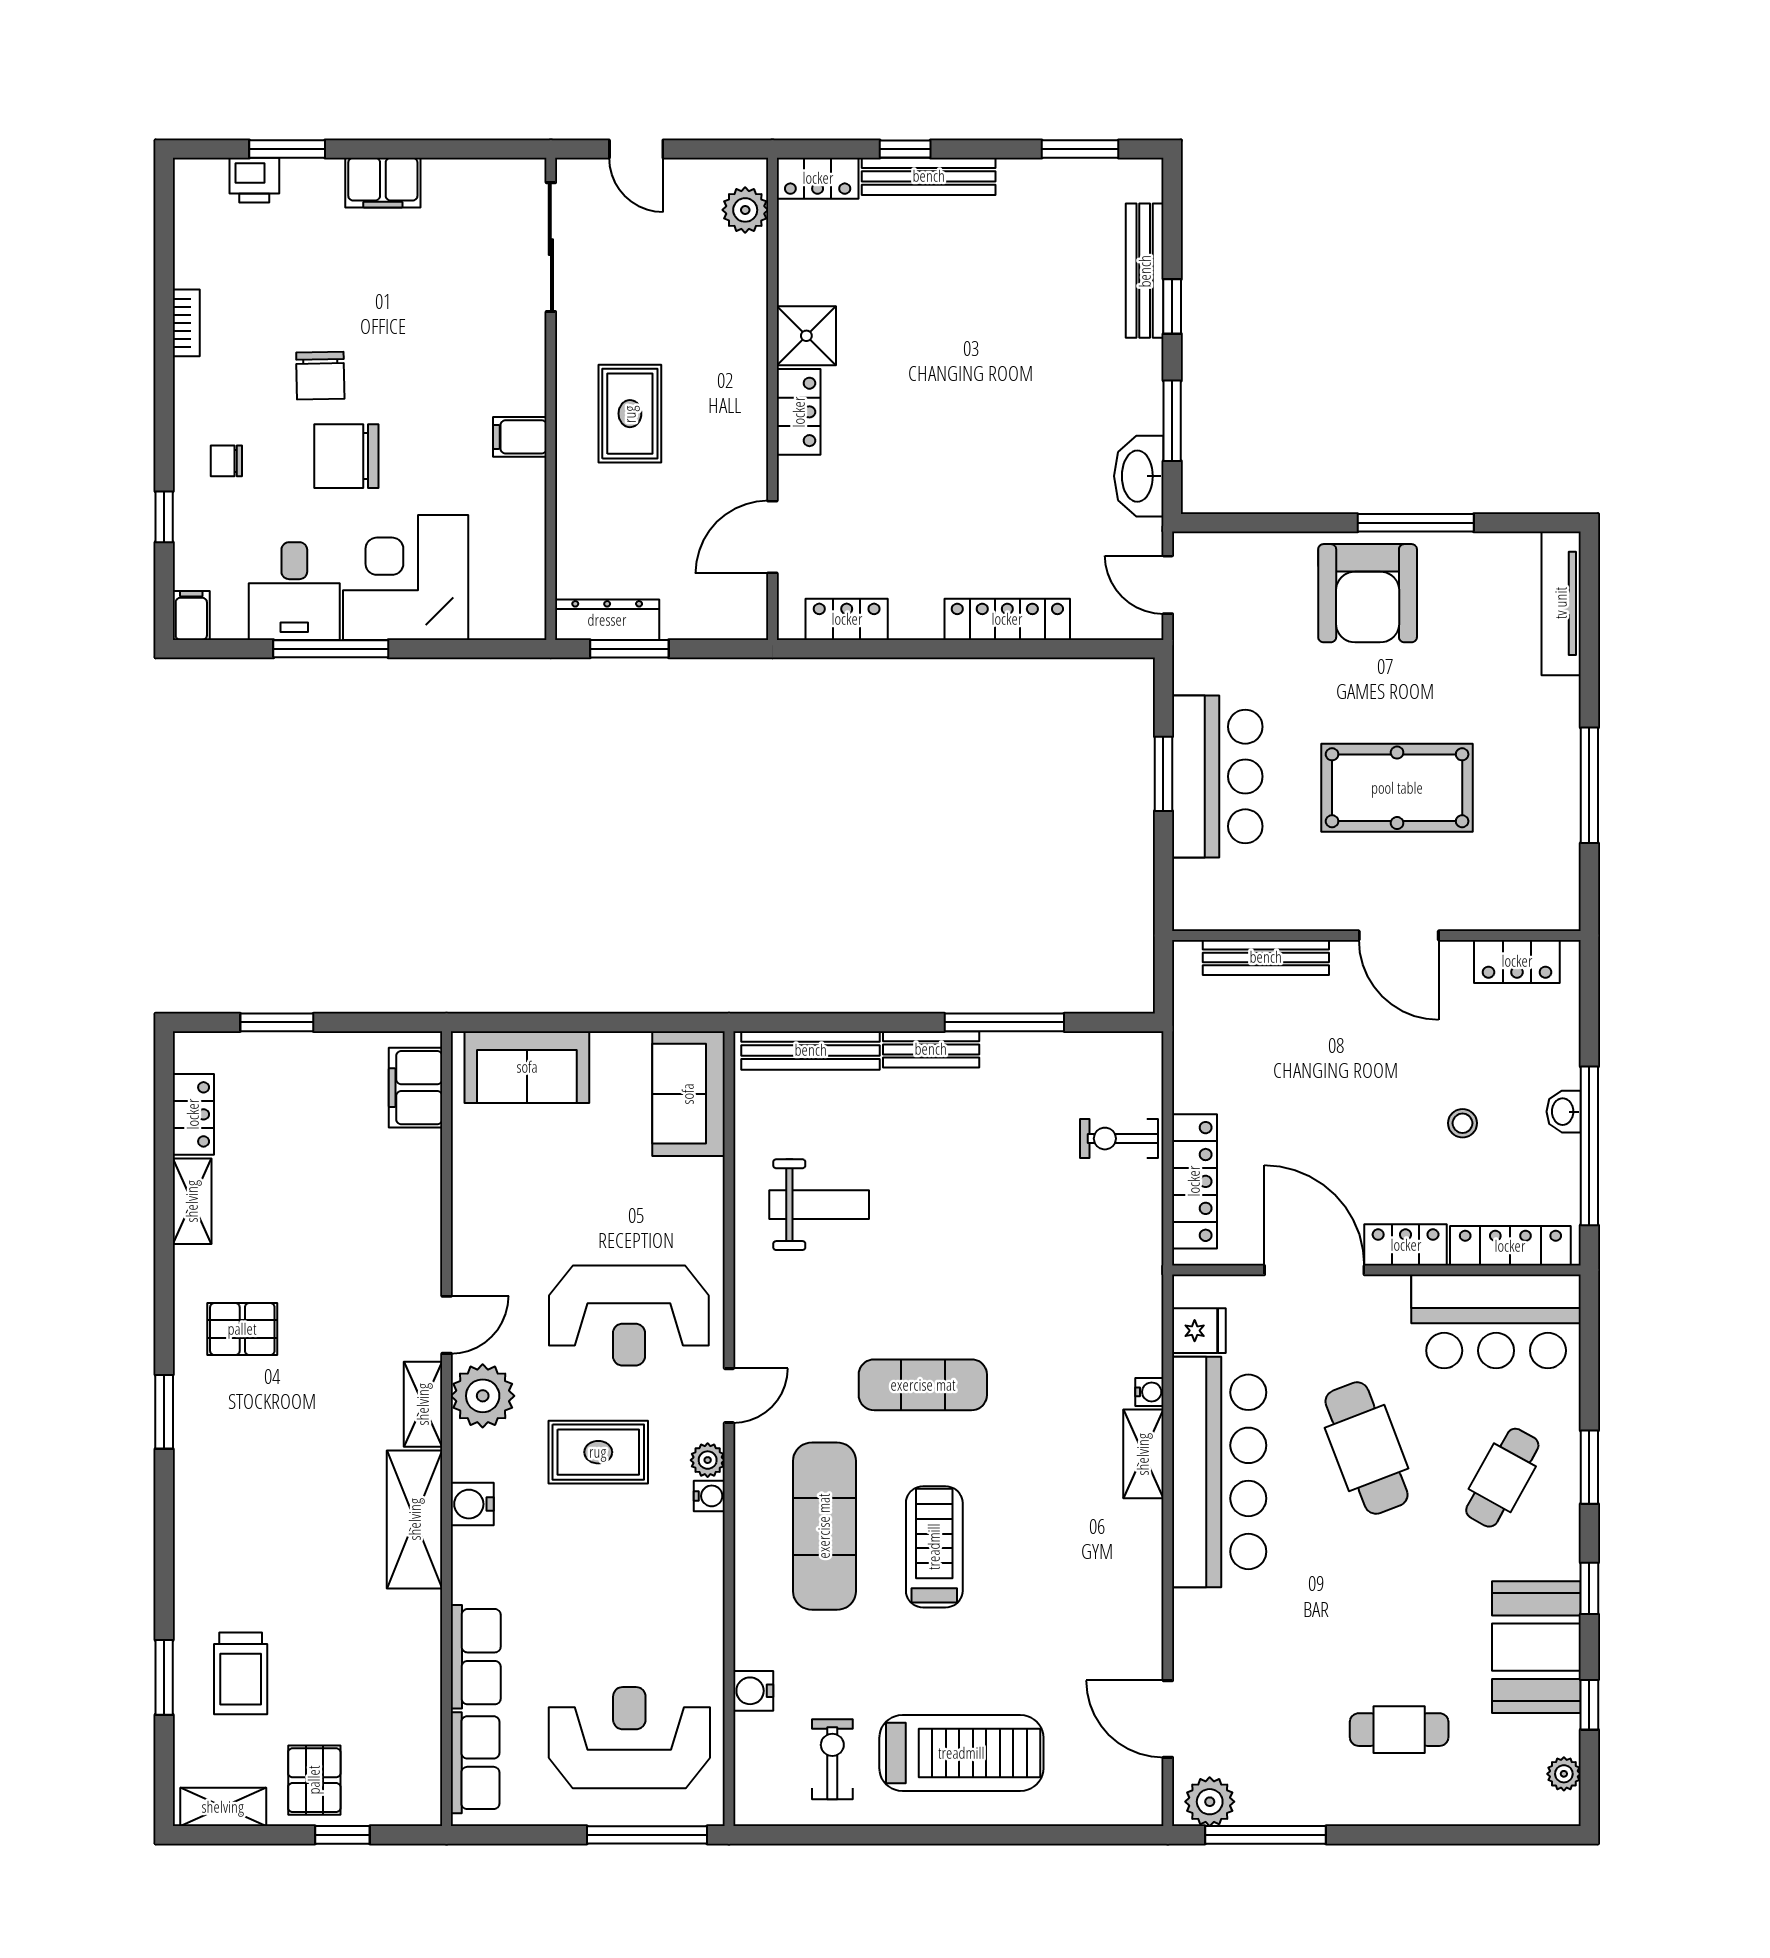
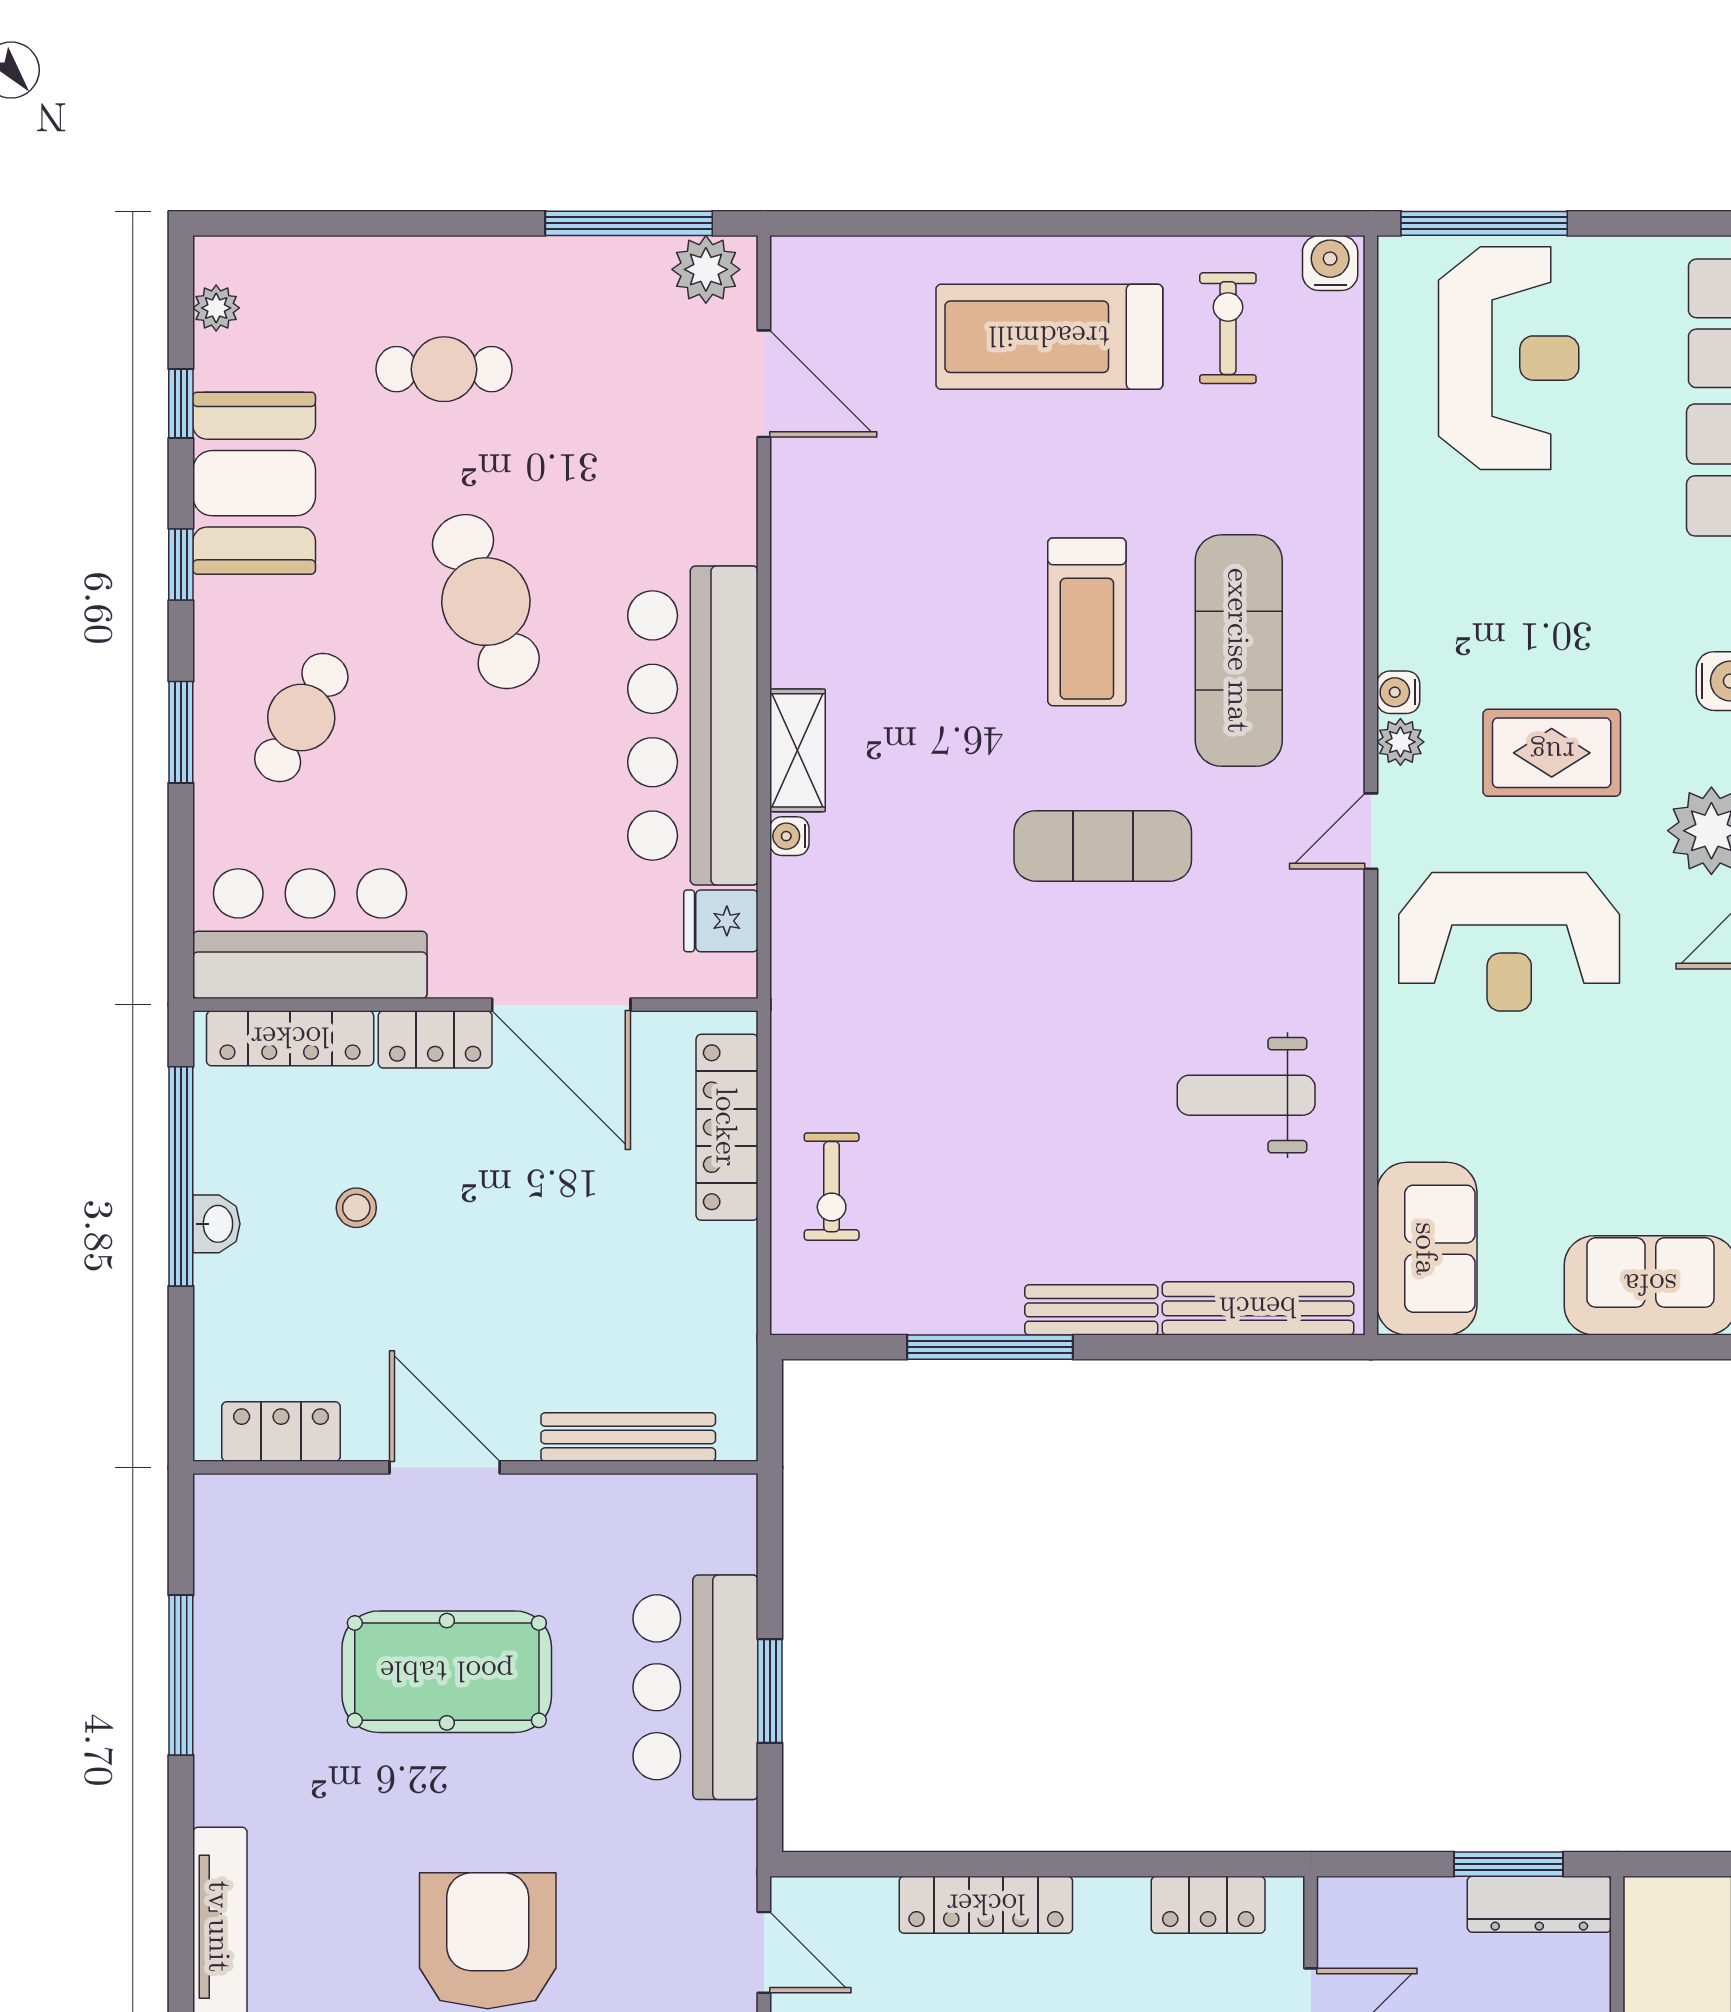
exercise bike: (1119, 1139) -> (832, 1187), turned 90
reception desk: (629, 1316) -> (1509, 942), turned 180
cafe table: (1367, 1448) -> (486, 602), moved
water cooler: (753, 1691) -> (1330, 263), moved, turned -90
reception desk: (629, 1738) -> (1509, 358), turned -90
exercise bike: (832, 1759) -> (1228, 328), turned 180

